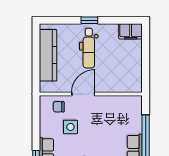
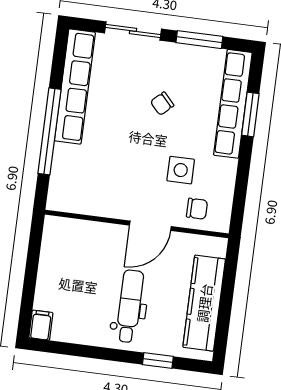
window: (89, 20) -> (158, 361), moved
filing cabinet: (131, 31) -> (41, 325), width x0.50

